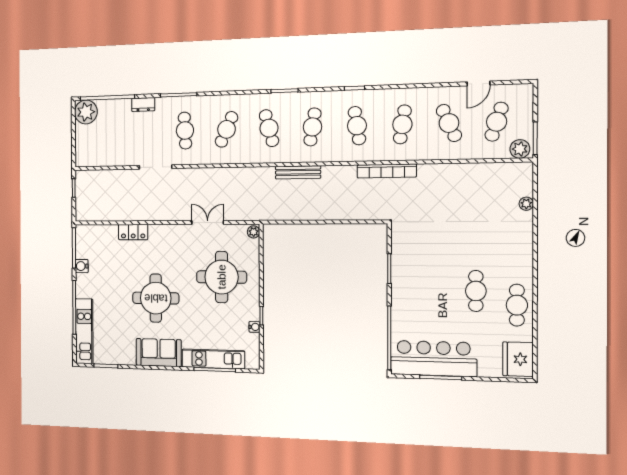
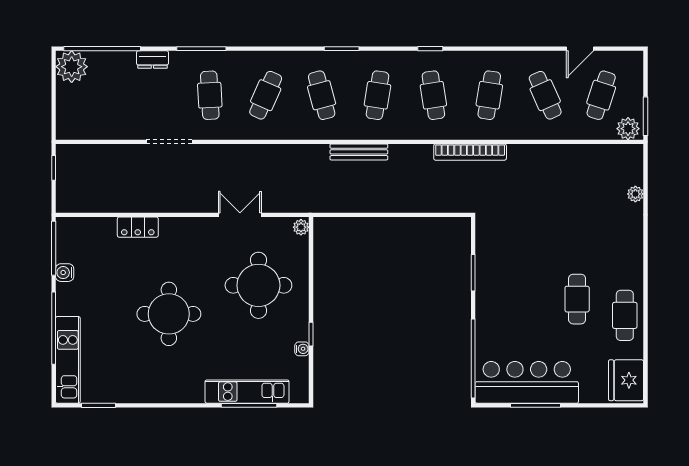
sofa: (159, 353) -> (173, 385), removed

